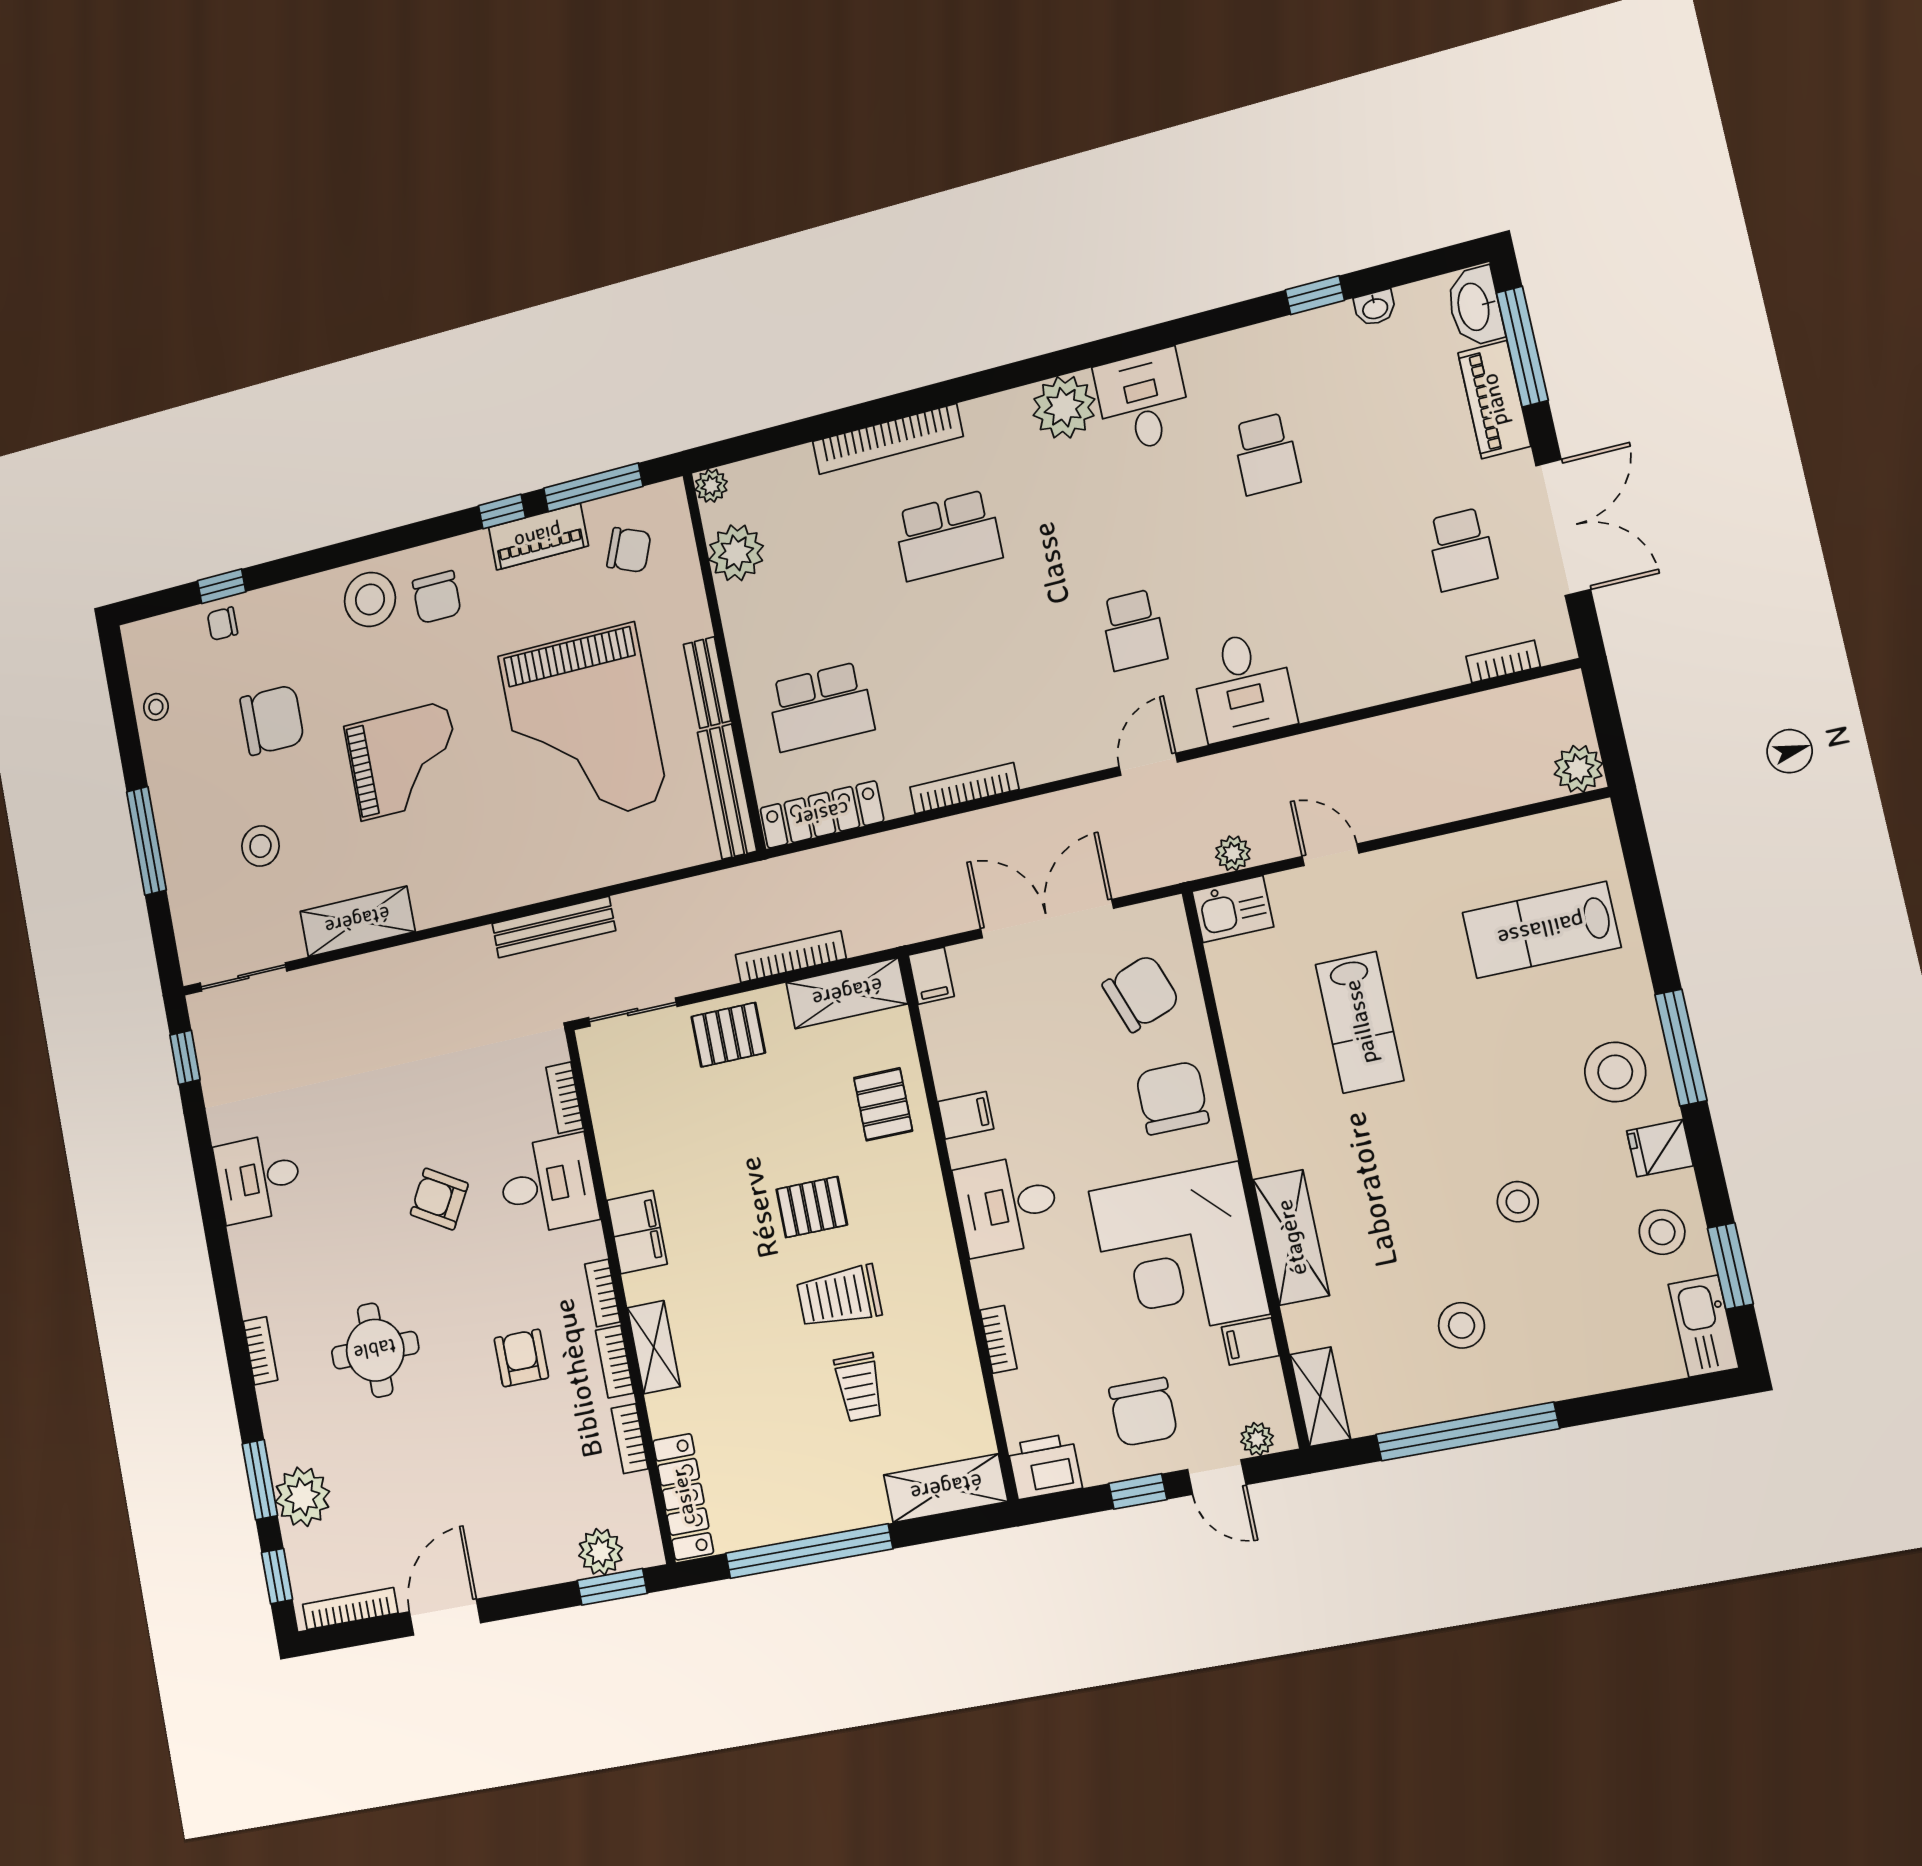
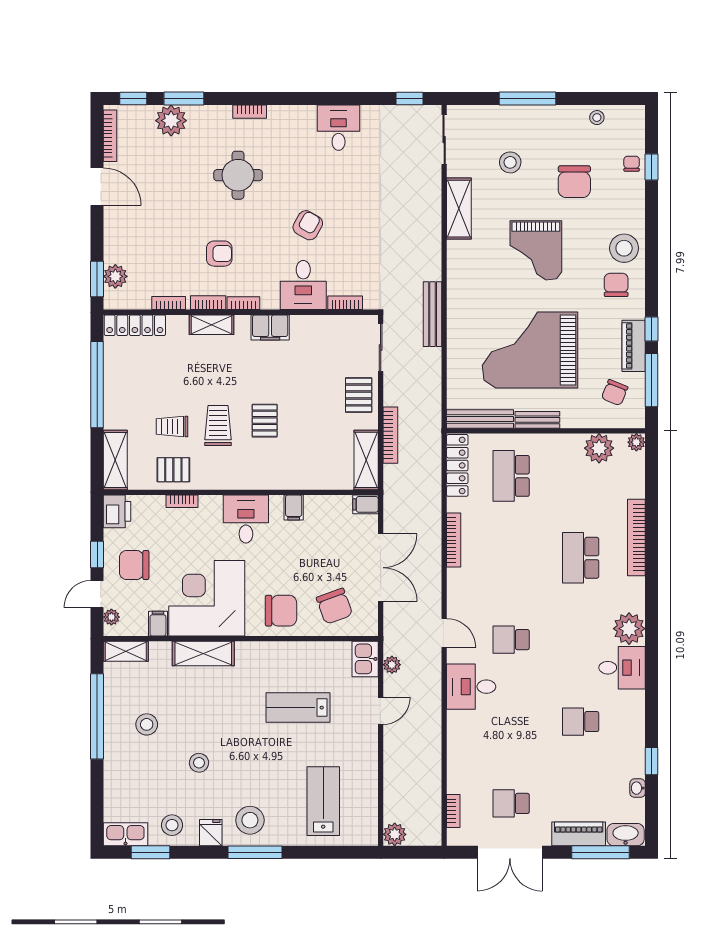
chair: (437, 597) -> (616, 285), turned 90
pallet: (883, 1104) -> (173, 470), moved

